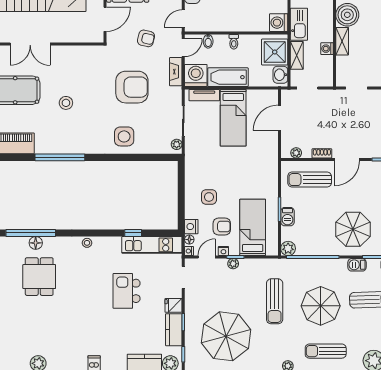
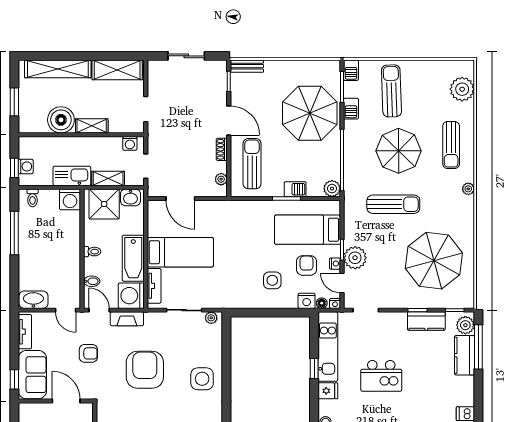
armchair: (146, 38) -> (88, 353), turned 77
washing machine: (327, 49) -> (130, 143), moved
sun lounger: (310, 180) -> (252, 164), turned 180
parasol: (353, 229) -> (310, 113), width x1.36, depth x1.36
plant: (233, 264) -> (355, 258), width x1.87, depth x1.87
fridge: (173, 305) -> (328, 391), moved, turned -90

